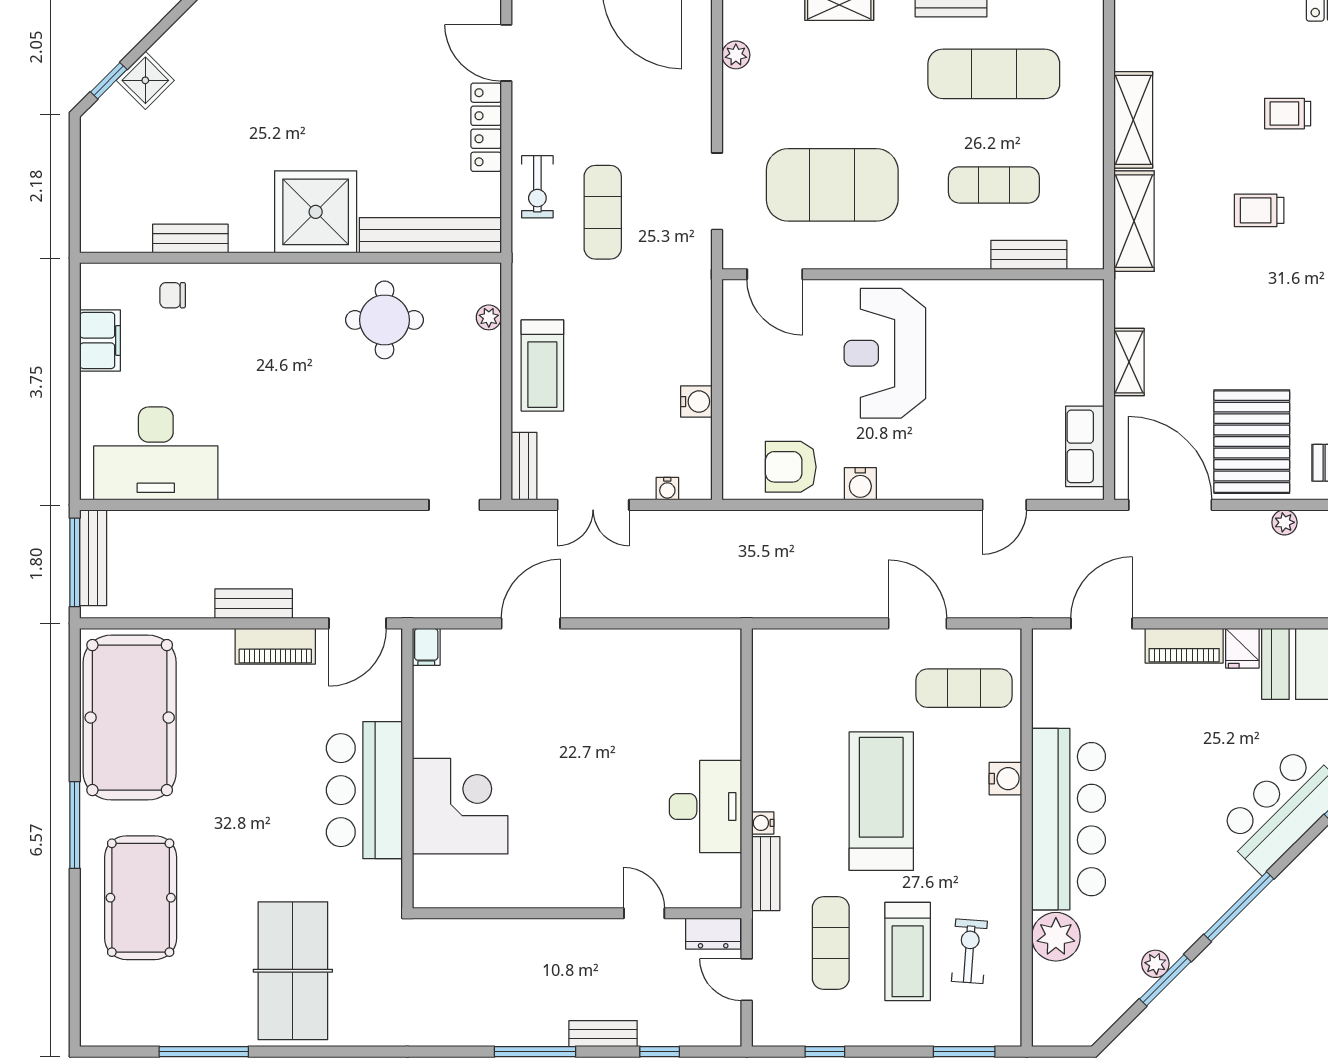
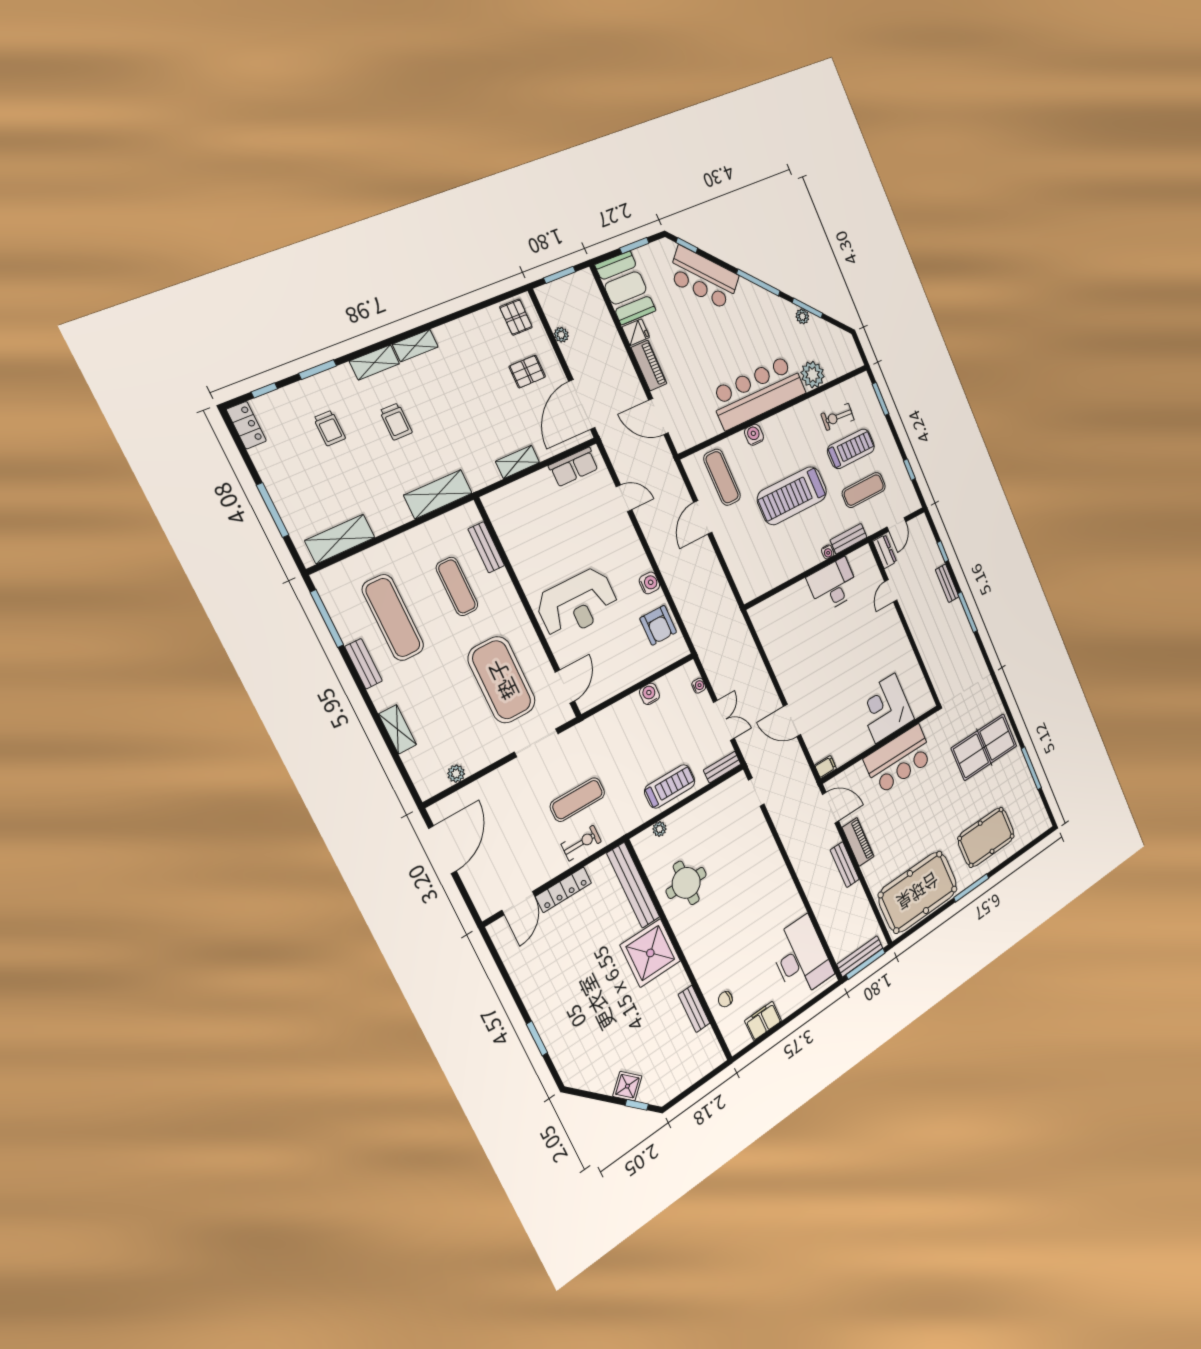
shelving: (1133, 120) -> (340, 539), moved
chair: (173, 295) -> (725, 999), turned 90
pallet: (1252, 442) -> (527, 372), width x0.49, depth x0.50

